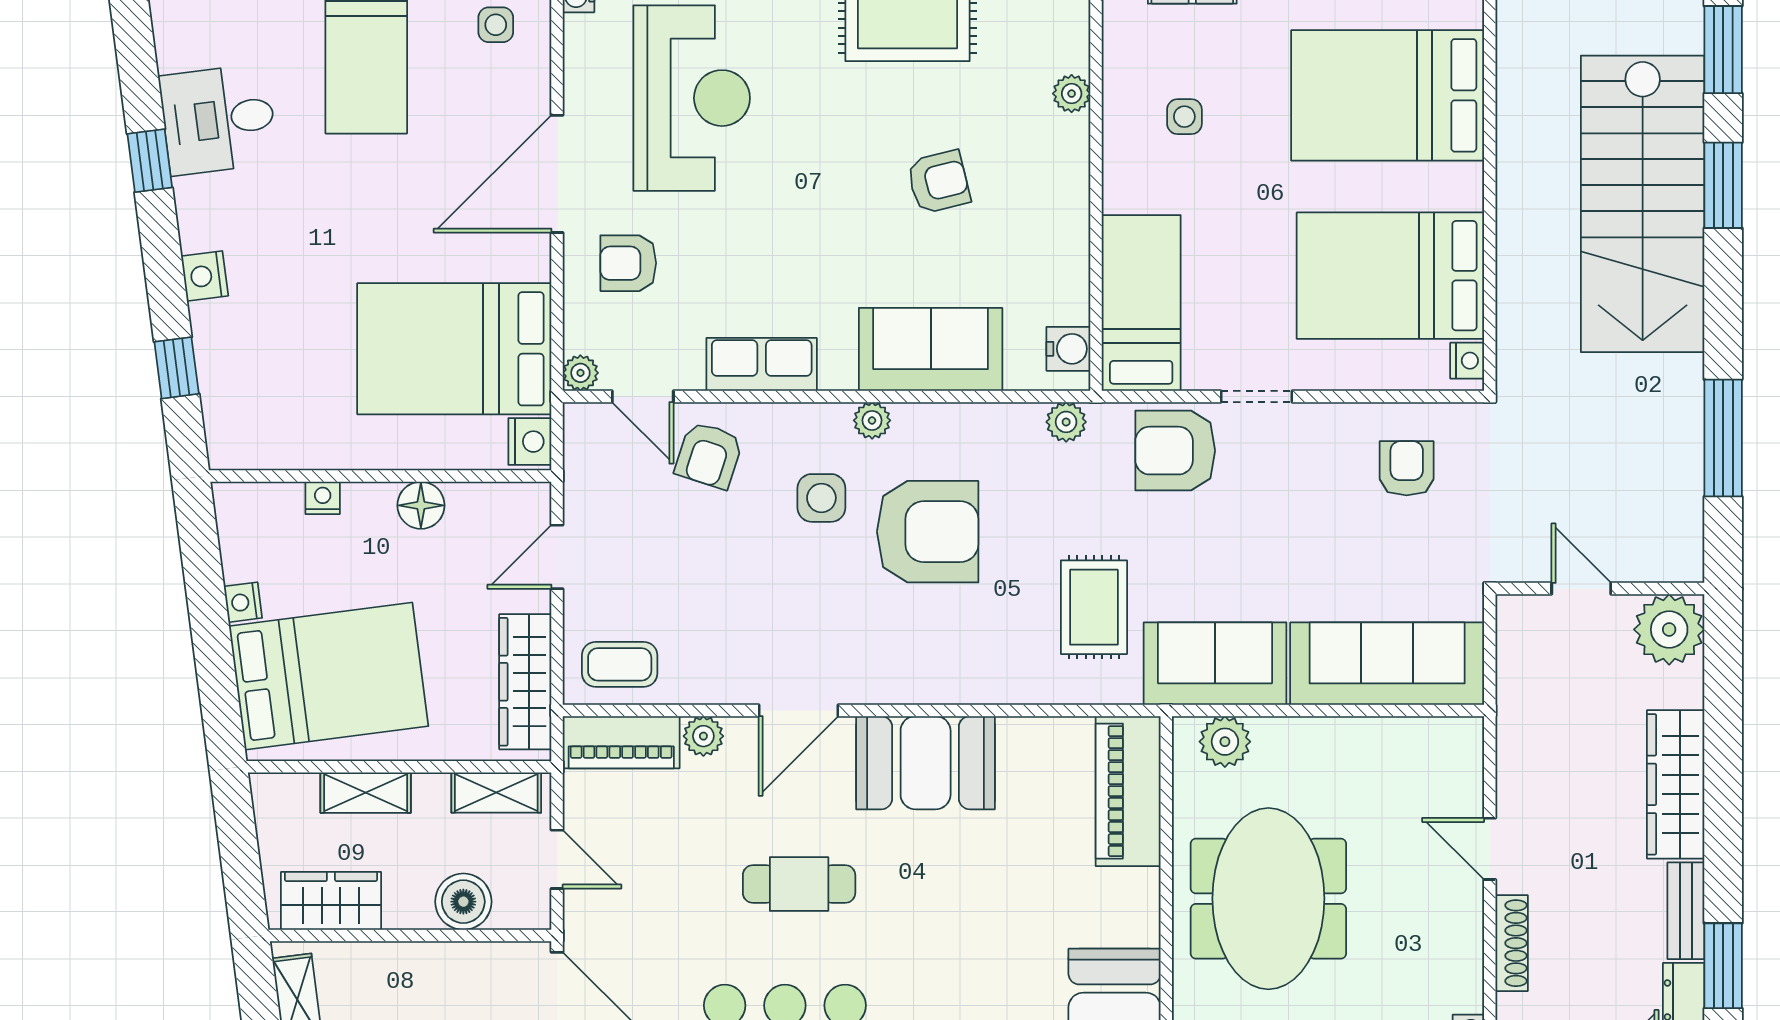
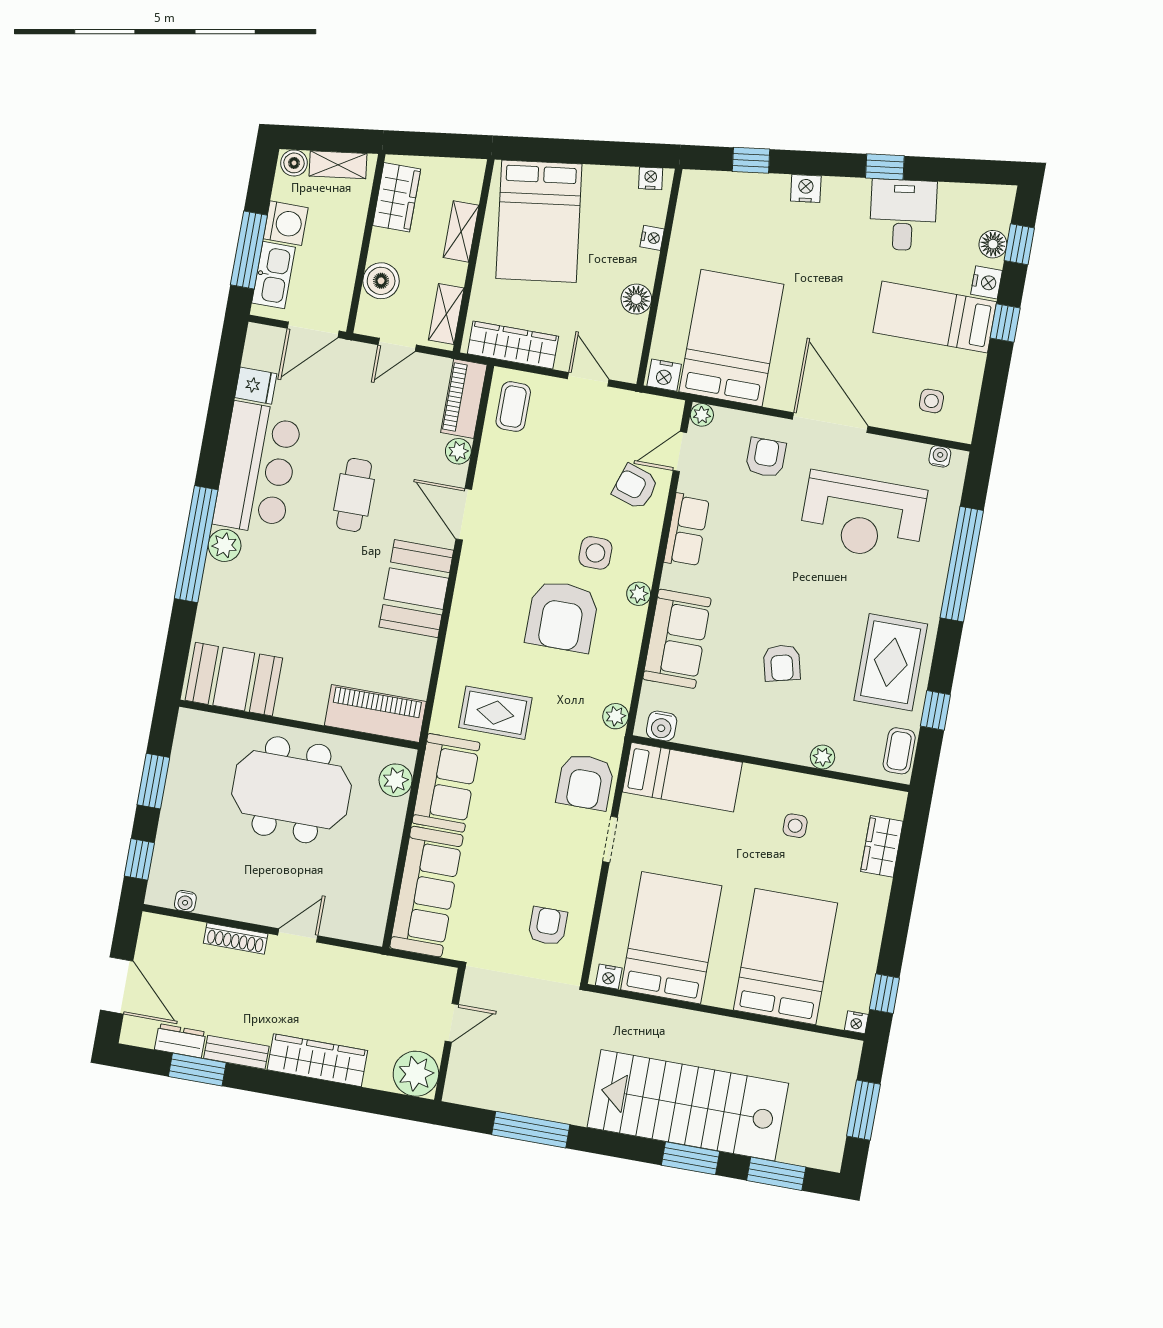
armchair: (1175, 451) -> (585, 782), turned 180
armchair: (1407, 468) -> (548, 926), turned -90
nightstand: (243, 602) -> (651, 178), moved

